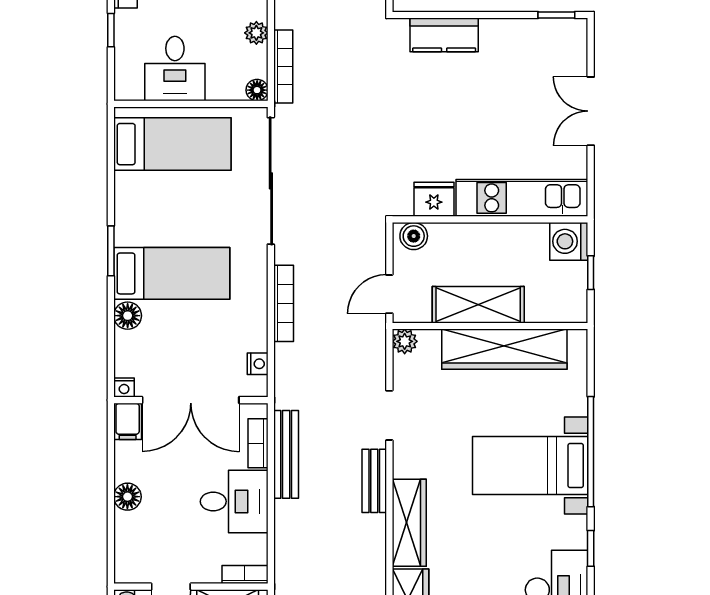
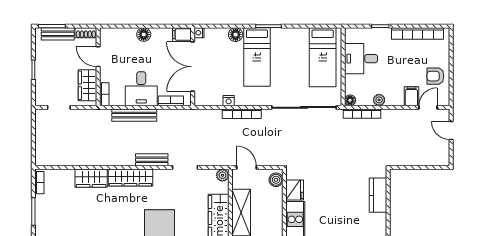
nightstand: (258, 364) -> (229, 101), moved
bench: (286, 454) -> (134, 115), moved

